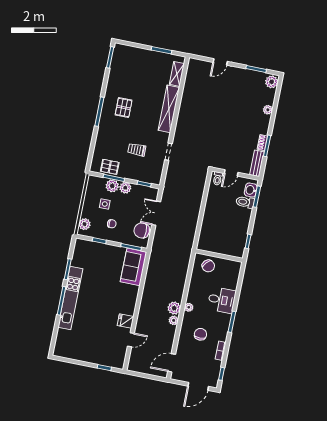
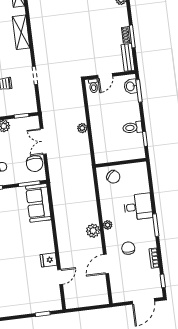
shelving: (169, 109) -> (21, 32), width x0.68
toilet: (245, 202) -> (132, 128), moved
chair: (142, 231) -> (35, 164), turned -90
plant: (174, 320) -> (82, 128), moved
door: (172, 363) -> (106, 264), moved

